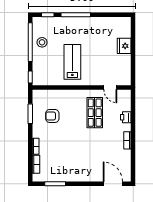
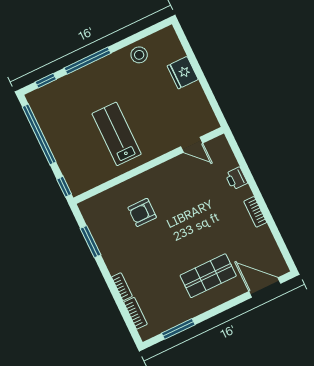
stool: (42, 42) -> (139, 55), moved
shop shelf: (95, 113) -> (208, 276), moved, turned 90
armchair: (52, 116) -> (142, 212), moved

